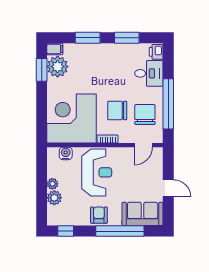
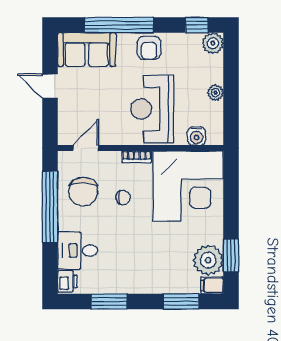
window: (88, 38) -> (181, 301), moved
chair: (117, 110) -> (123, 198), width x0.54, depth x0.54
plant: (54, 198) -> (213, 43), moved

